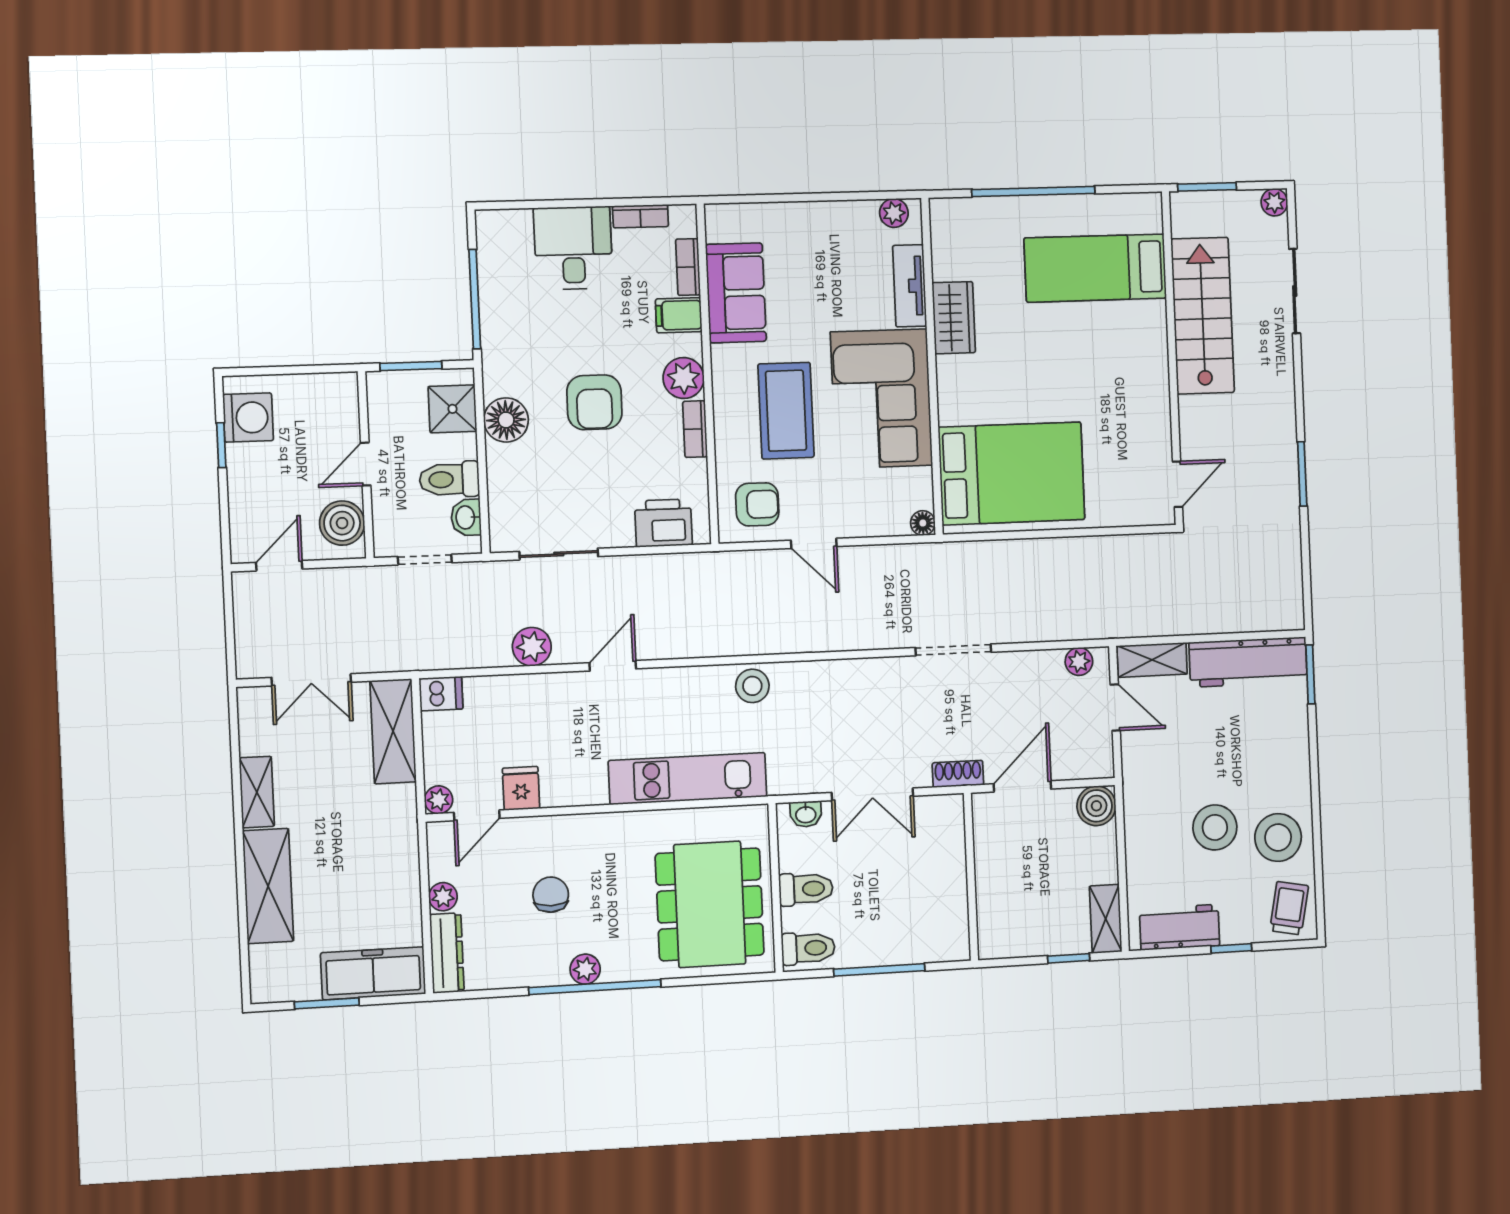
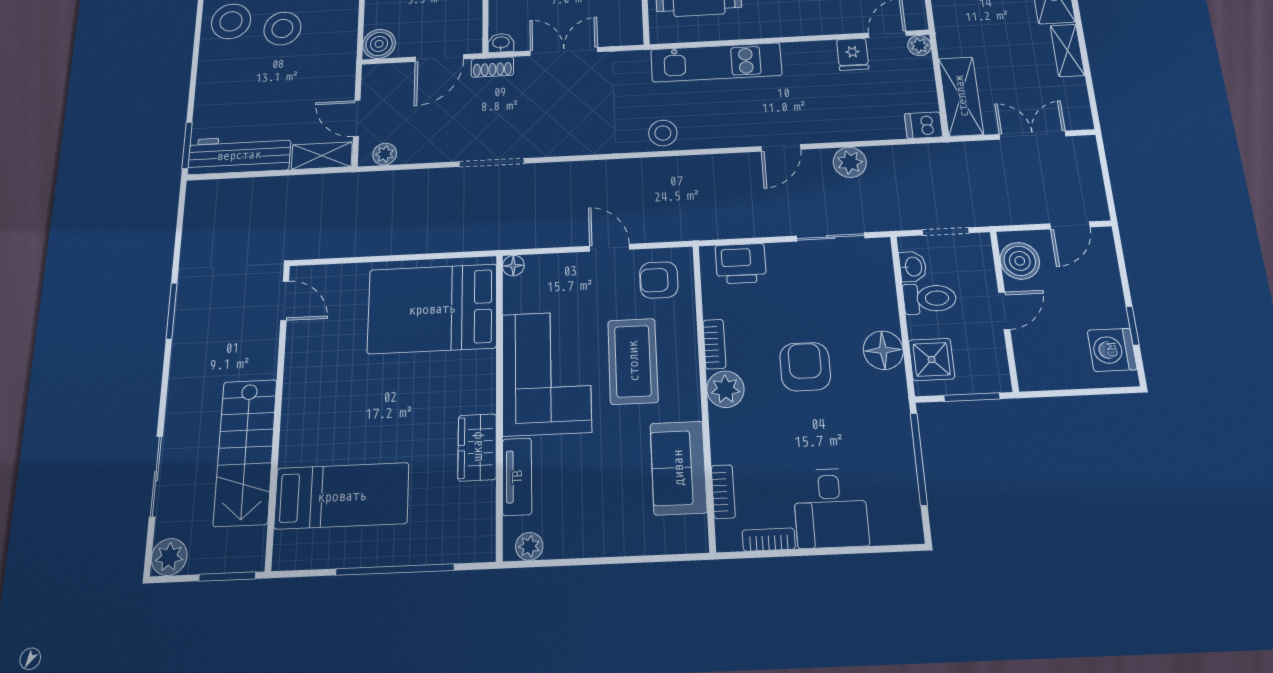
plant: (1274, 202) -> (169, 557), width x1.38, depth x1.38
filing cabinet: (679, 315) -> (731, 446), removed
door: (1178, 484) -> (285, 301), swing flipped
washbasin: (806, 814) -> (501, 43), moved

